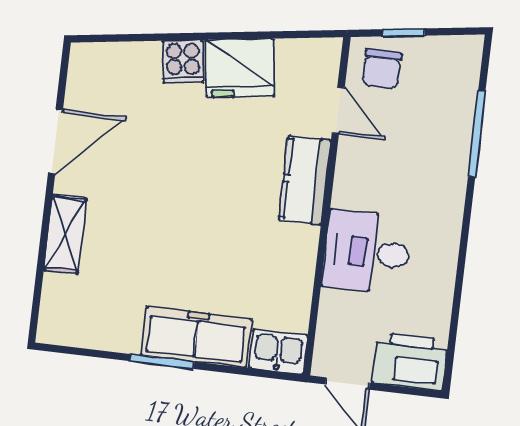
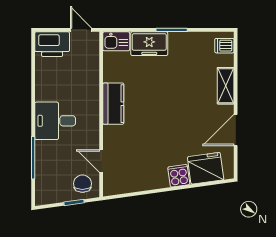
fridge: (240, 68) -> (206, 168), moved
kitchen counter: (305, 180) -> (113, 104), moved
desk: (367, 252) -> (55, 121), moved, turned 180
dishwasher: (58, 316) -> (224, 46), added
freezer: (196, 337) -> (149, 44), width x0.71

